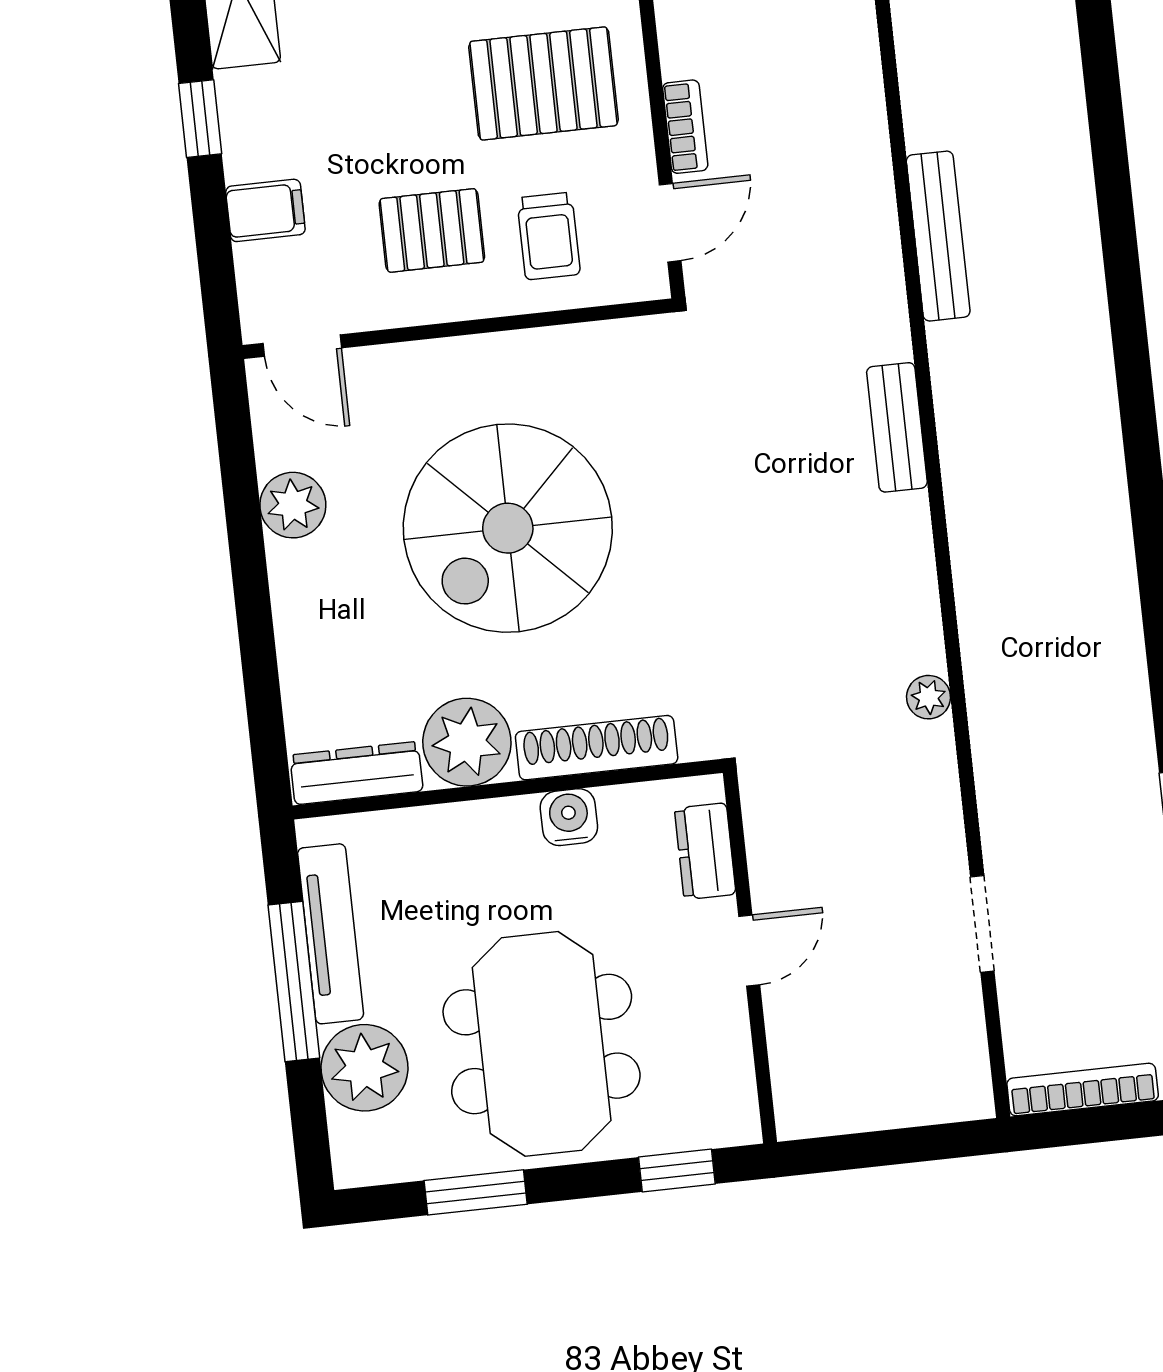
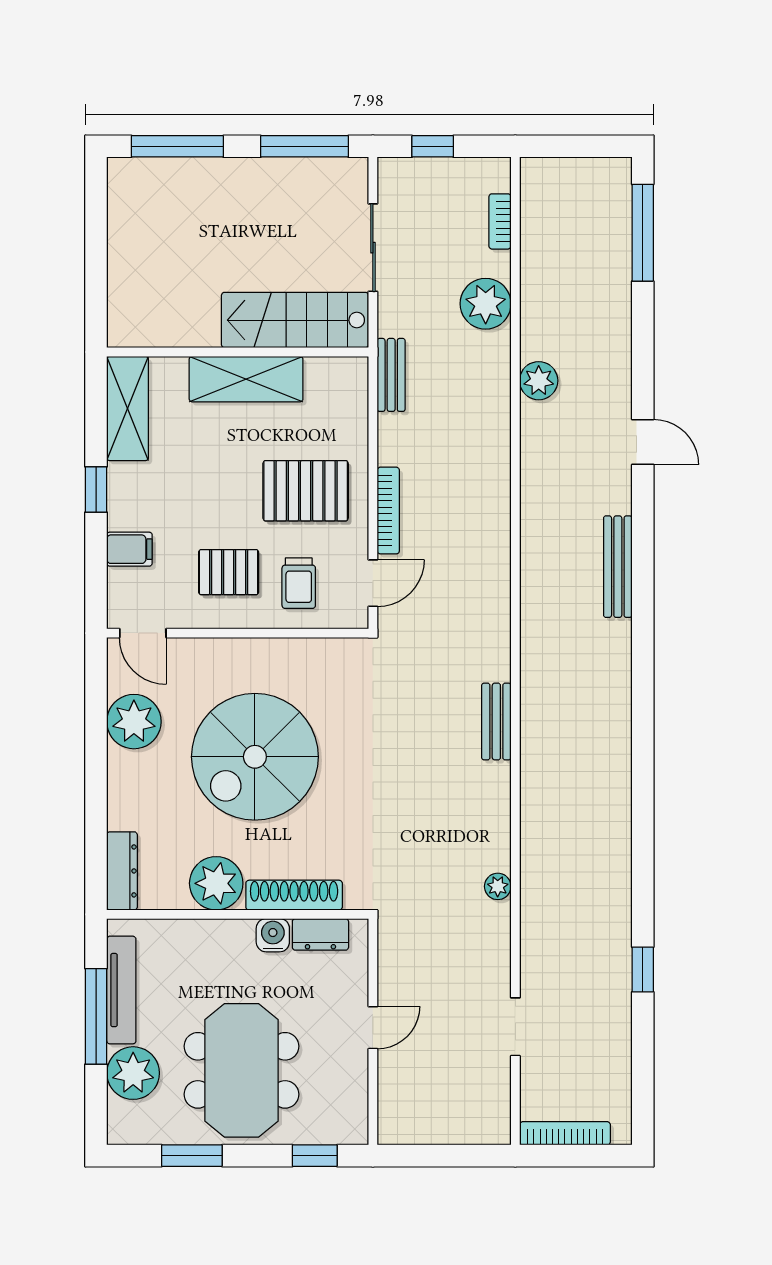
bookcase: (685, 127) -> (388, 511), width x1.56
bench: (938, 236) -> (618, 567), moved
plant: (293, 505) -> (134, 722), width x1.36, depth x1.36
dresser: (356, 773) -> (122, 871), moved, turned 90
dresser: (705, 851) -> (320, 934), moved, turned -90

